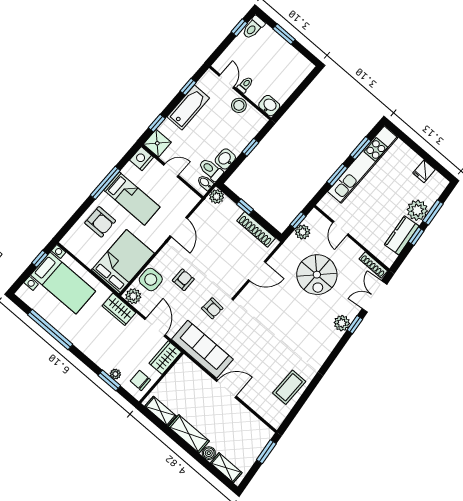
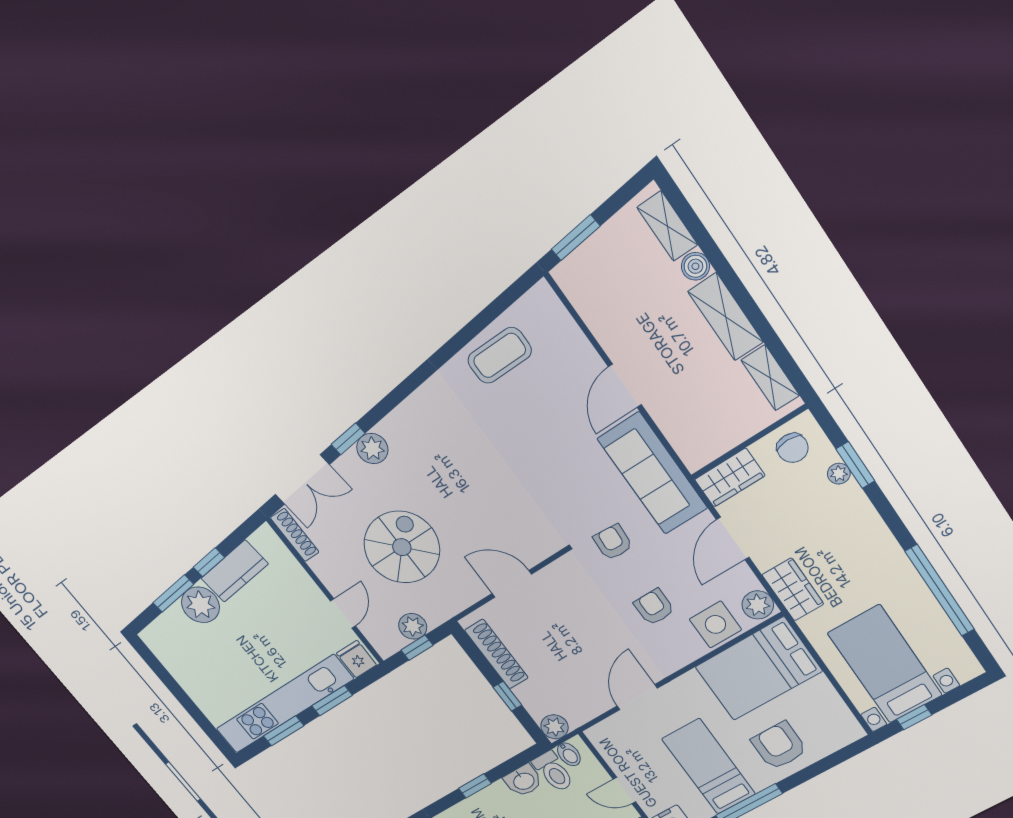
fridge: (424, 171) -> (356, 659), moved, turned -90
armchair: (183, 280) -> (654, 607), turned 90
door: (226, 389) -> (625, 386), hinge flipped

